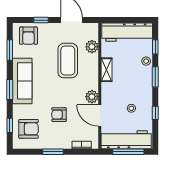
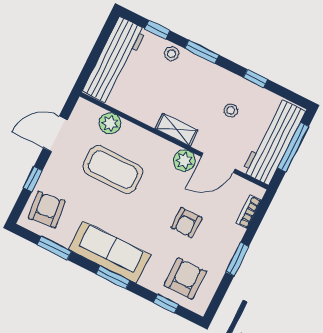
armchair: (28, 36) -> (47, 210), turned -96
shelving: (106, 70) -> (176, 130), moved

